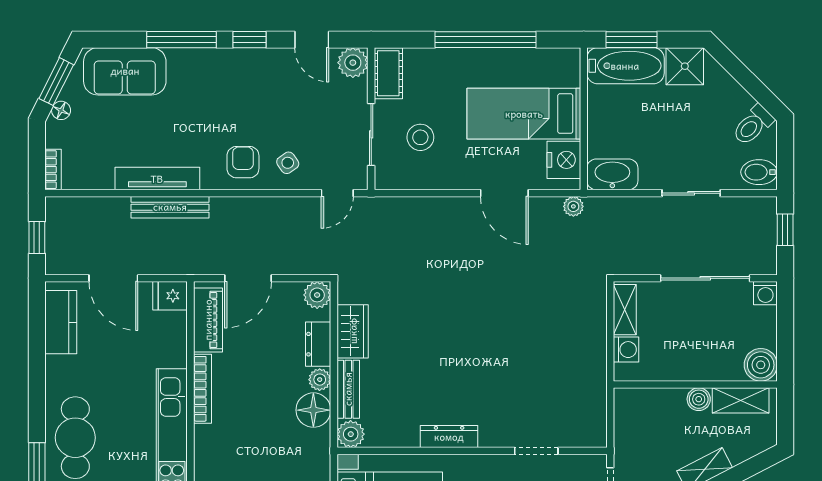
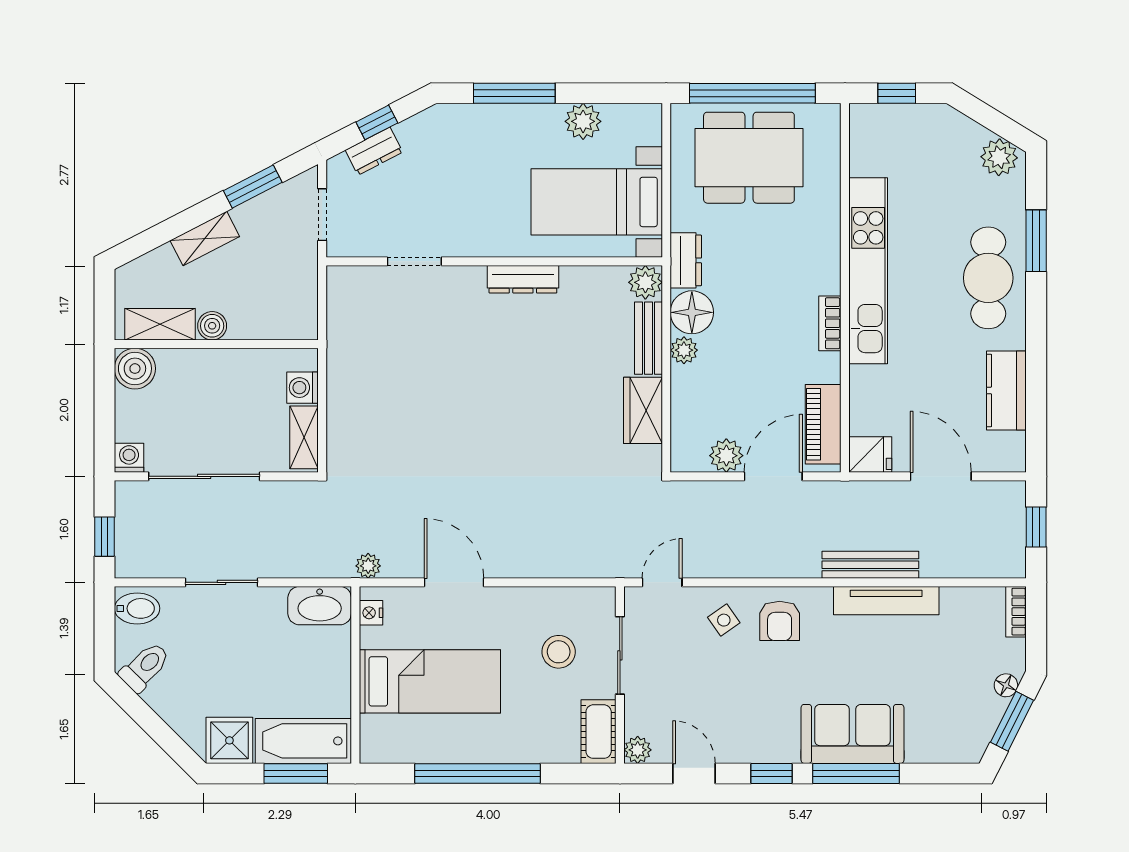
plant: (353, 63) -> (638, 750), width x0.73, depth x0.73
sofa: (125, 71) -> (852, 734), moved
nightstand: (564, 160) -> (371, 613), width x0.53, depth x0.56
plant: (317, 295) -> (726, 456), moved
kitchen counter: (61, 322) -> (1006, 390), moved
dresser: (318, 344) -> (686, 260), moved
bookcase: (202, 389) -> (830, 323), width x0.64

